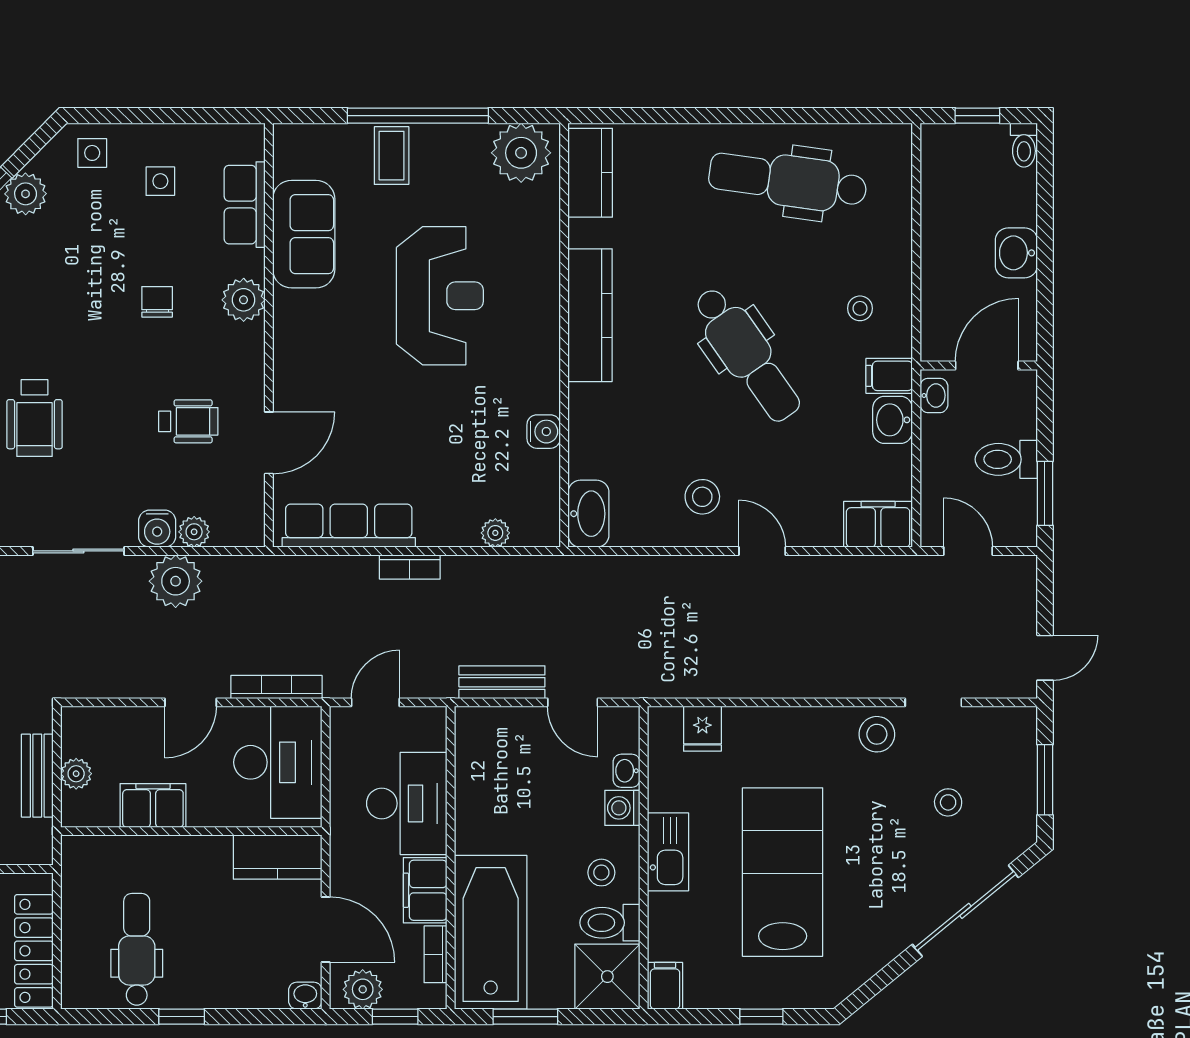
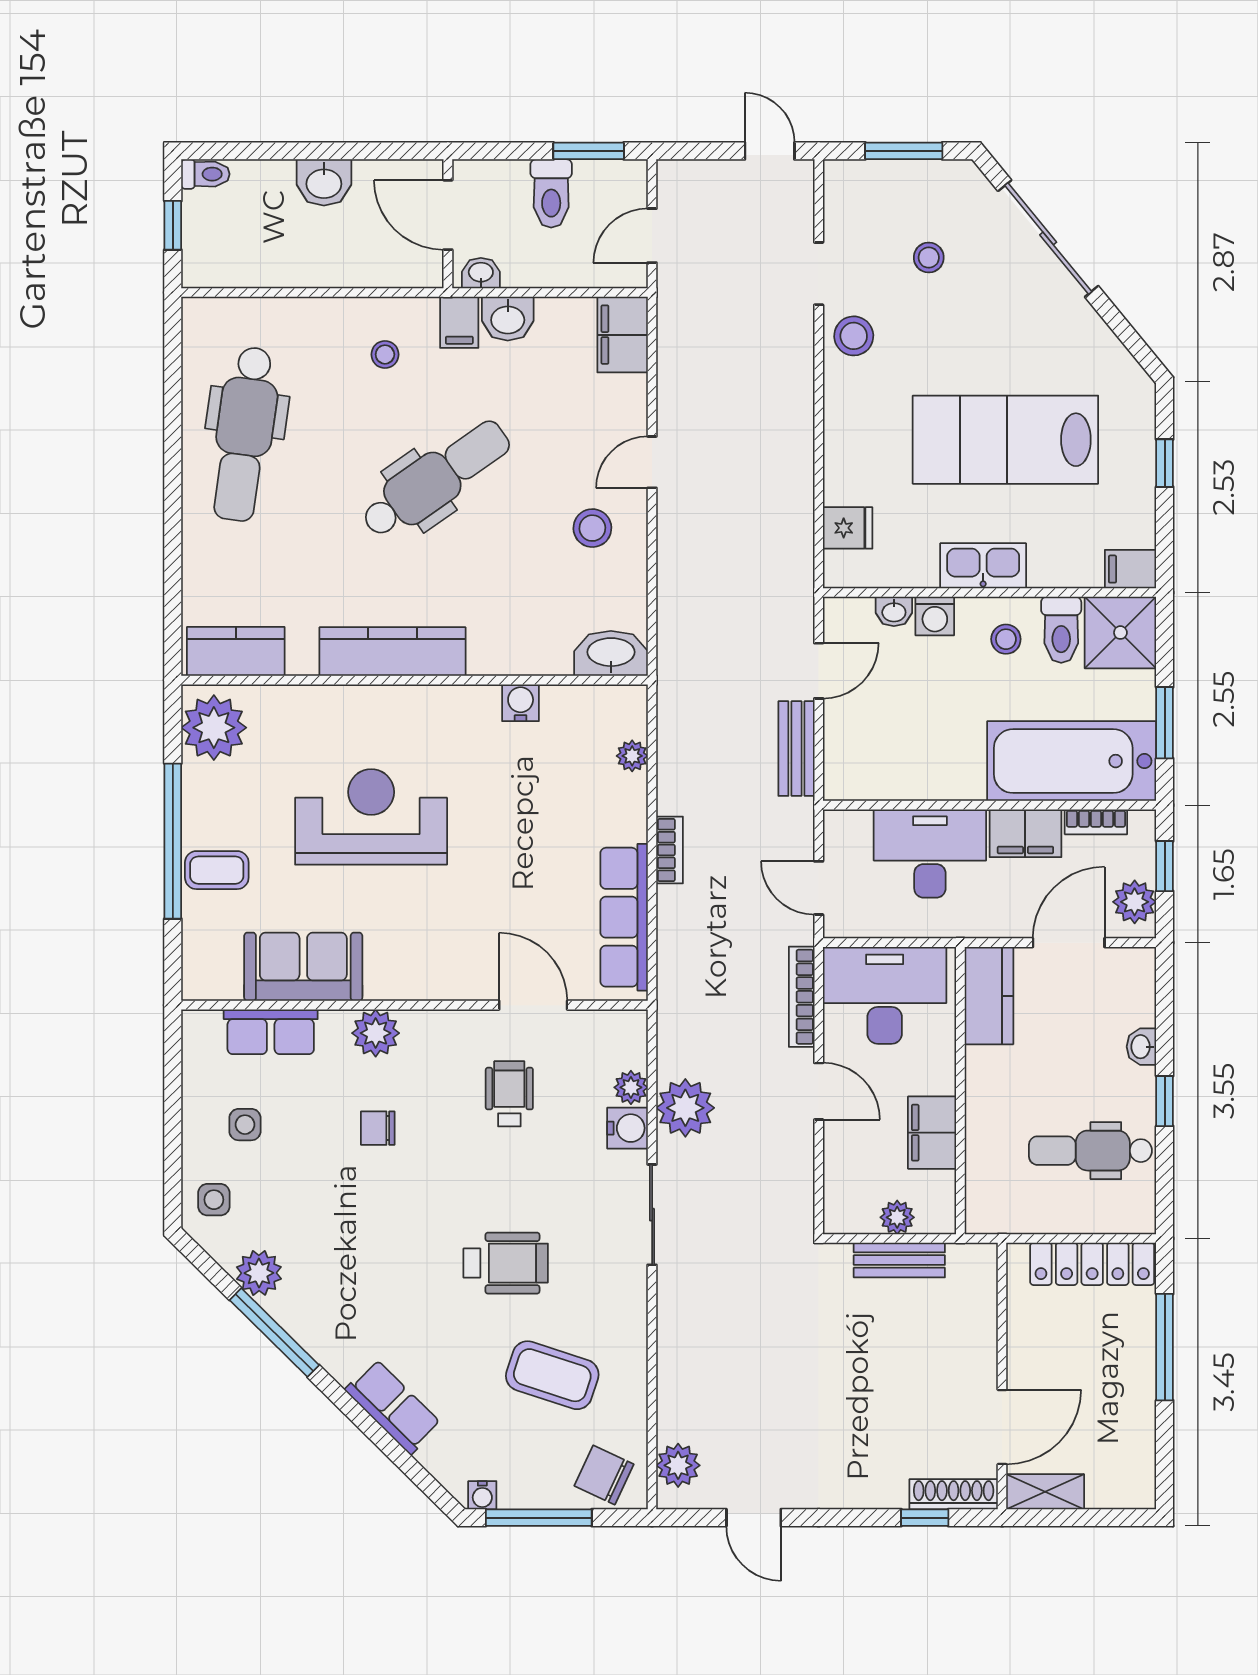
washbasin: (305, 996) -> (1141, 1047), moved

